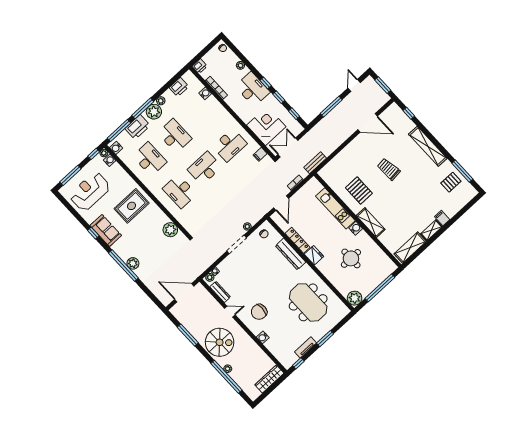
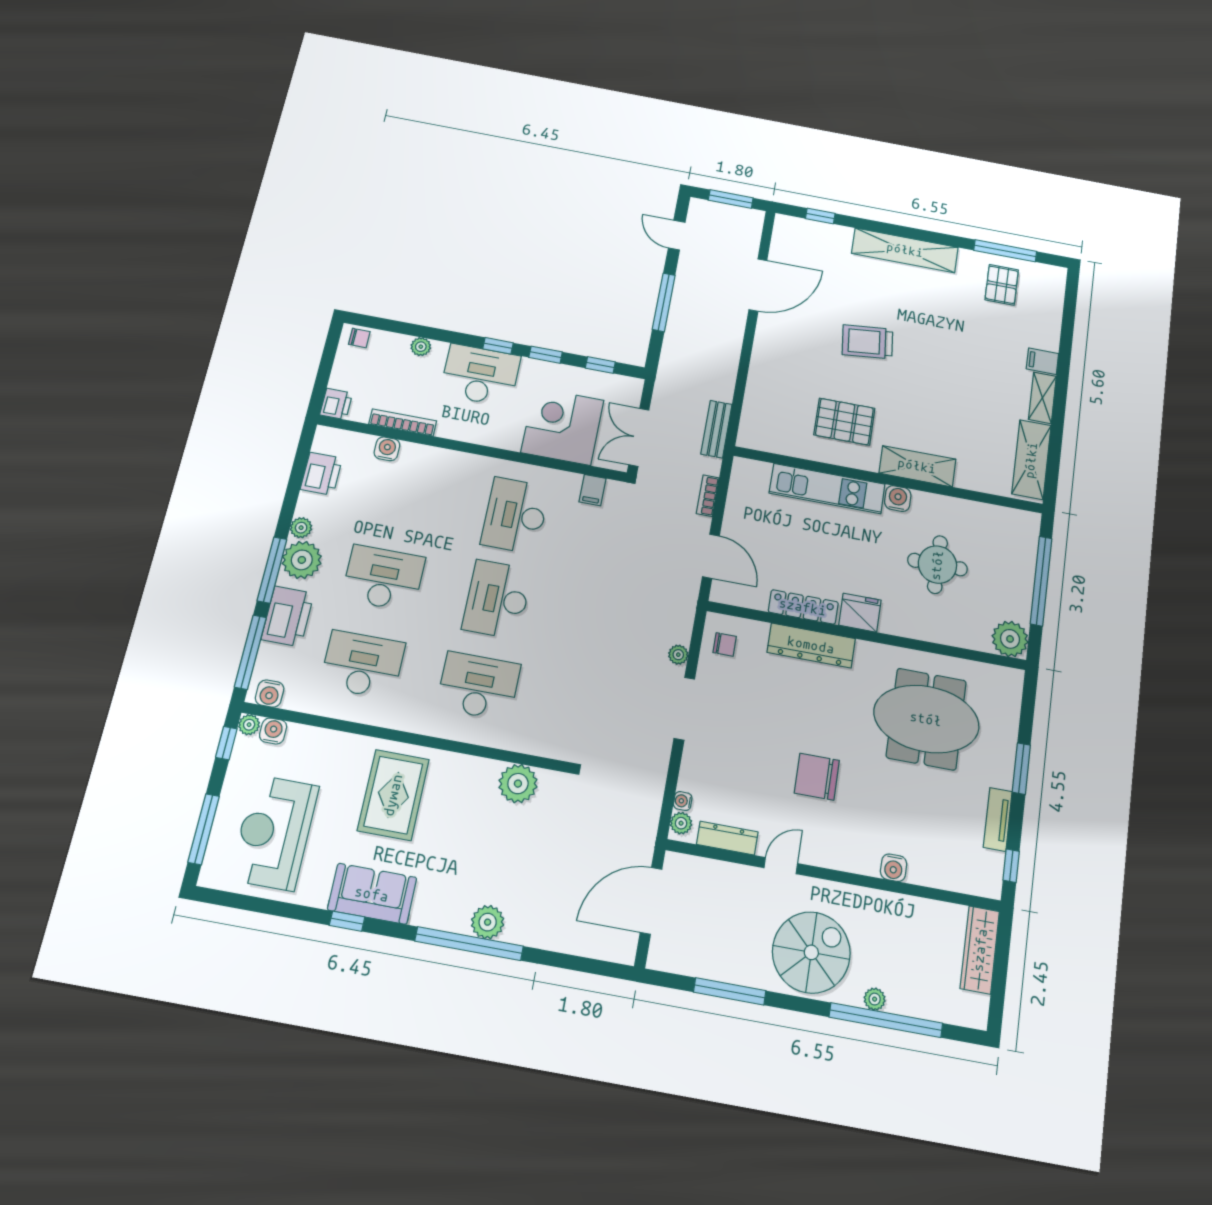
desk: (230, 145) -> (515, 515), turned 180
desk: (180, 191) -> (478, 686), turned 180
chair: (259, 312) -> (817, 777), moved, turned 88

